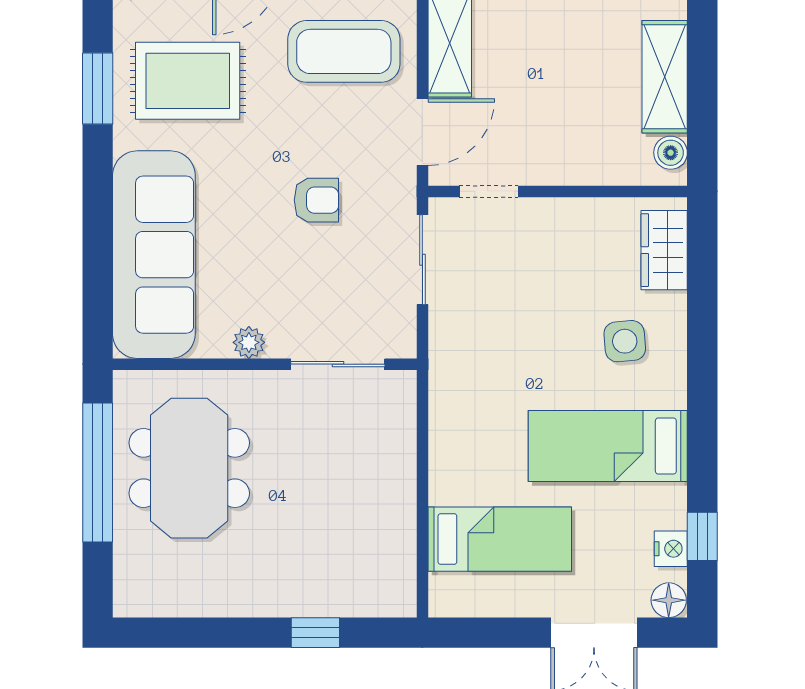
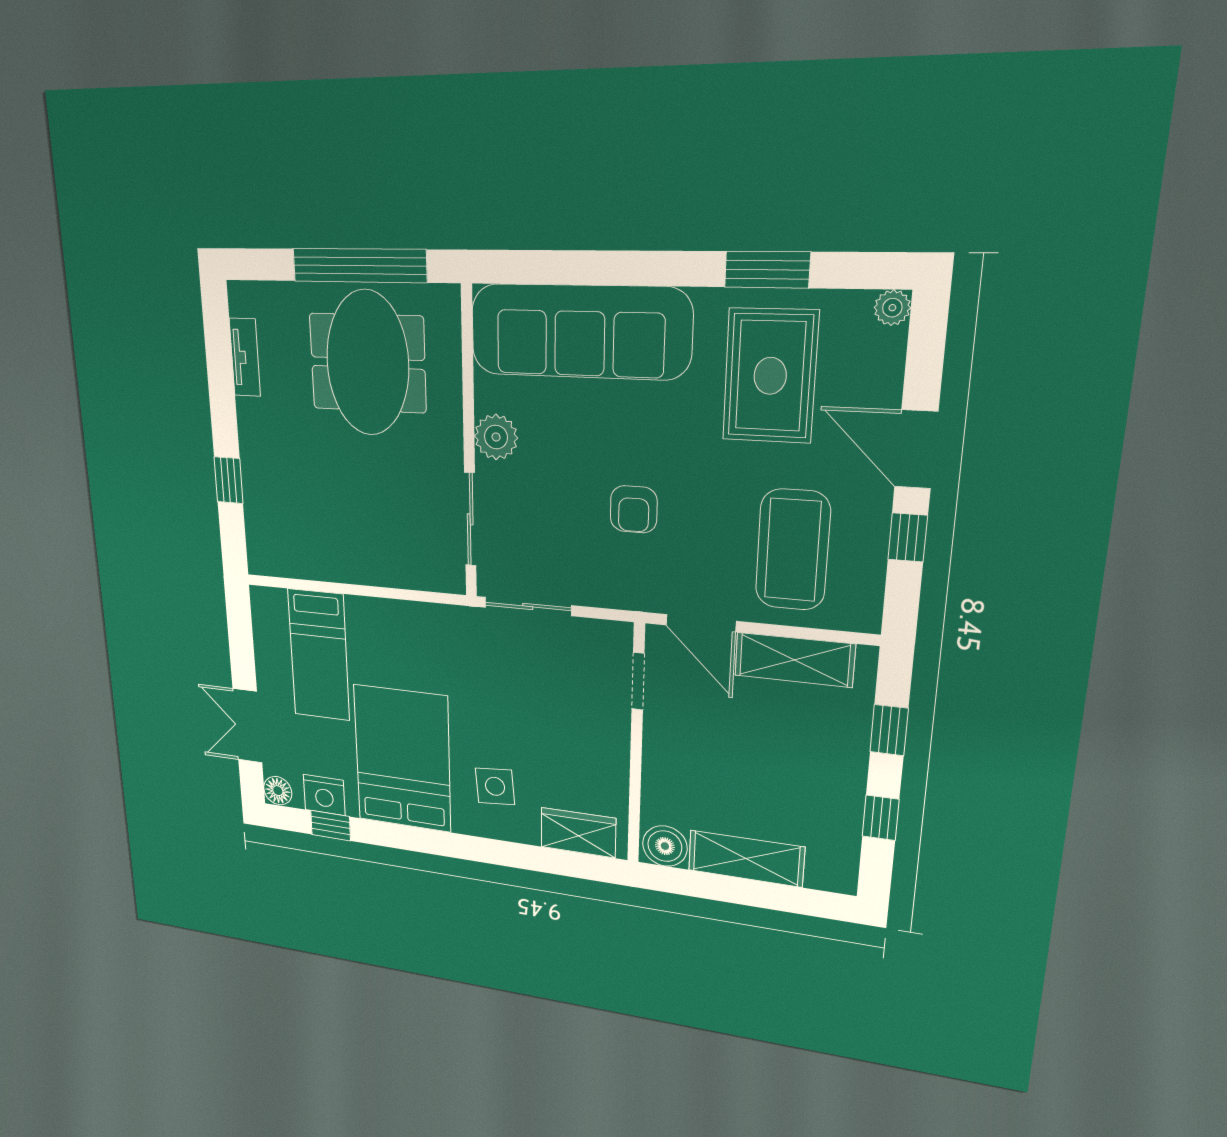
boiler: (671, 153) -> (665, 846), width x1.36, depth x1.36
sliding door: (422, 260) -> (528, 606), moved
plant: (249, 342) -> (496, 437), width x1.38, depth x1.38
bed: (608, 446) -> (402, 759), width x1.50
meeting table: (189, 468) -> (368, 363), turned 90
nightstand: (671, 549) -> (324, 795), width x1.36, depth x1.33
tv unit: (188, 603) -> (245, 357), added

